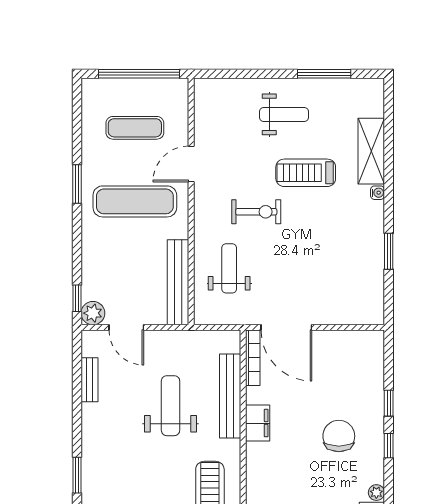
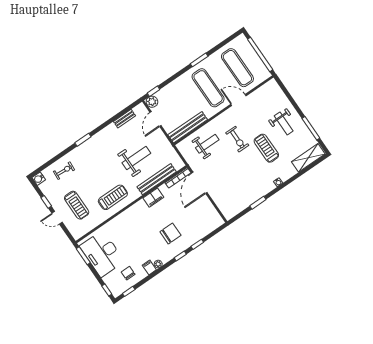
exercise mat: (135, 128) -> (237, 68), width x1.36, depth x1.45
shelving: (371, 151) -> (308, 158), moved

